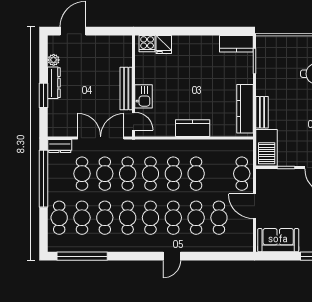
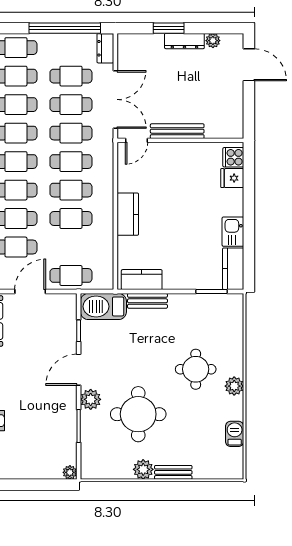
kitchen sink: (144, 96) -> (233, 232), moved, turned 90
kitchen counter: (245, 109) -> (142, 280), width x0.67

